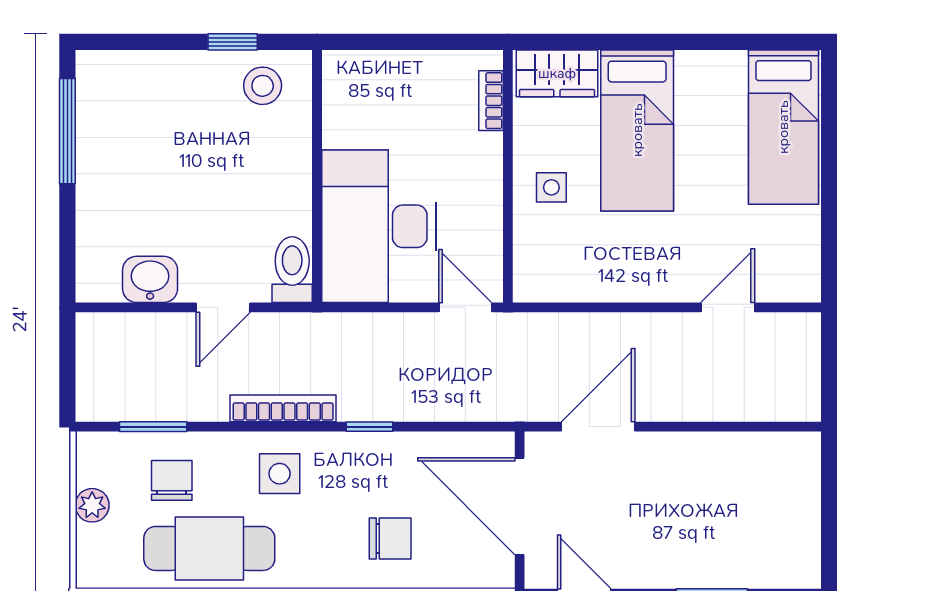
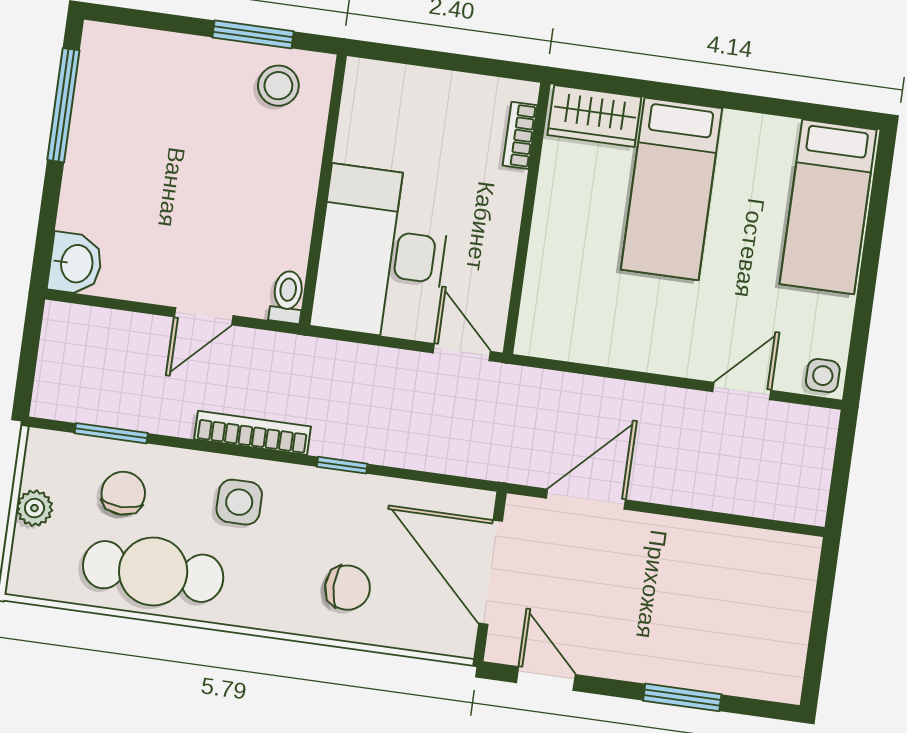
window: (233, 42) -> (253, 34), width x1.50
side table: (551, 187) -> (823, 376), moved
toilet: (292, 270) -> (287, 297), width x0.73, depth x0.72
washbasin: (150, 279) -> (75, 263), moved, turned 90

